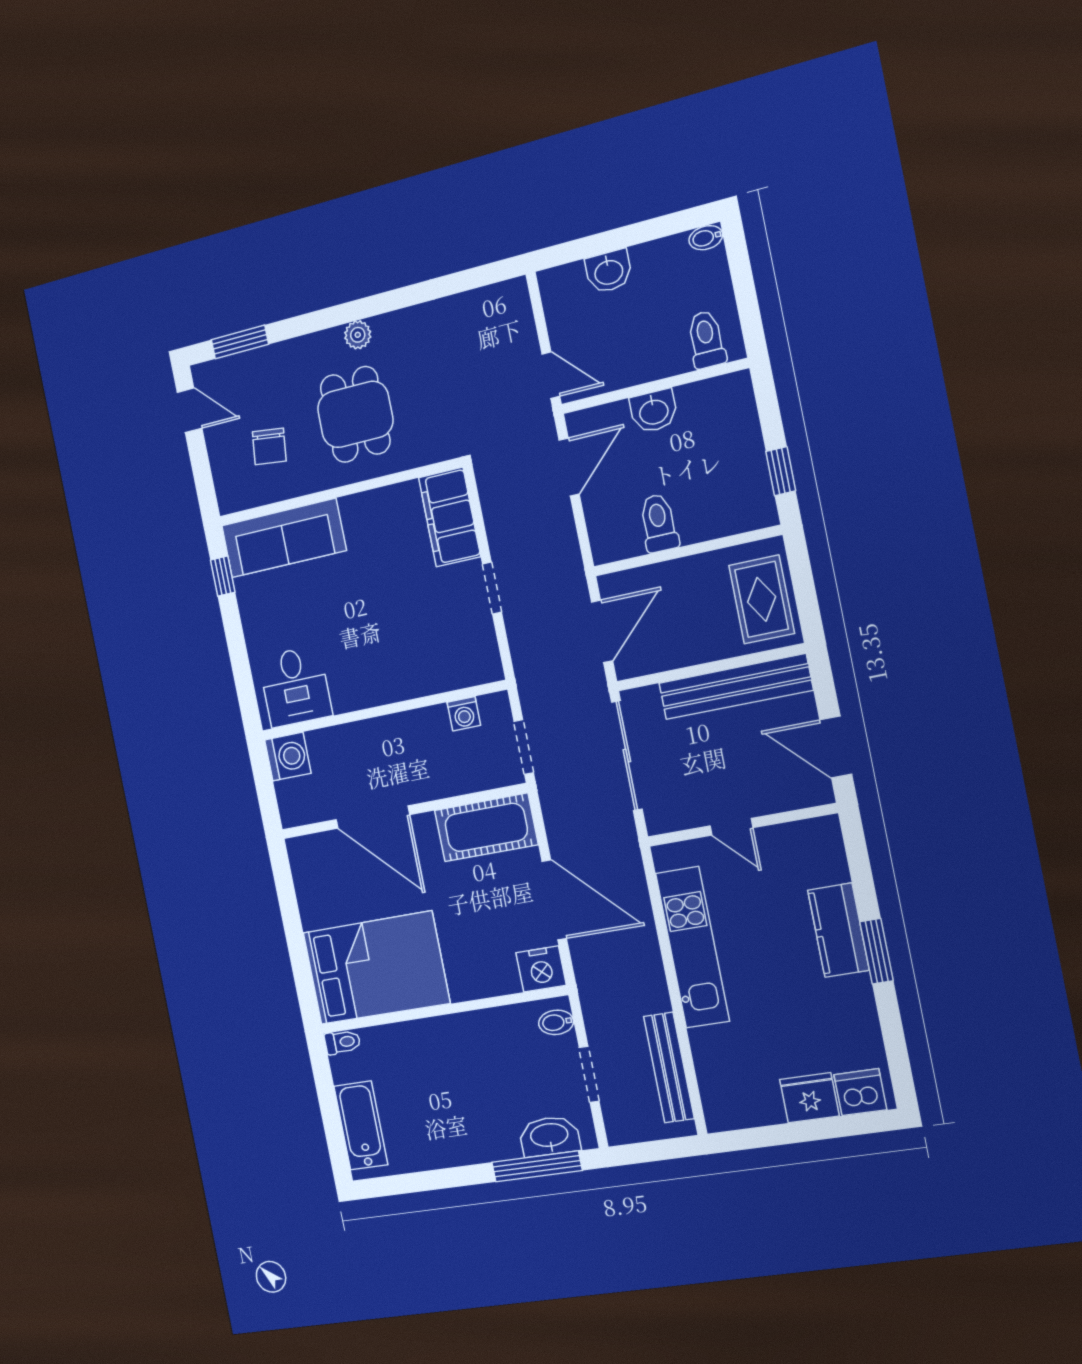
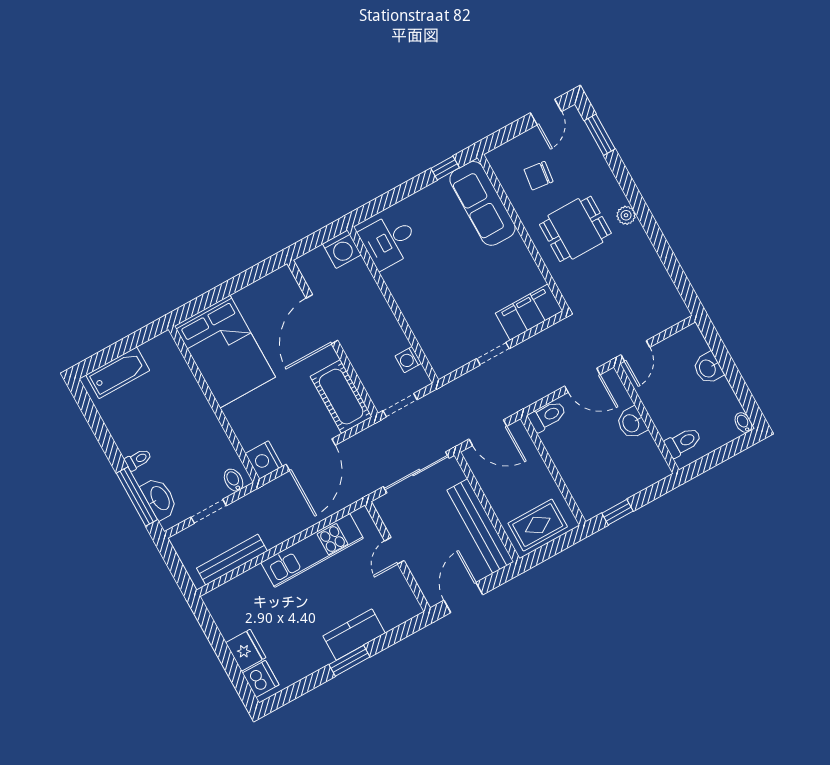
toilet: (659, 523) -> (547, 416), moved
toilet: (342, 1042) -> (138, 460), moved, turned -90

